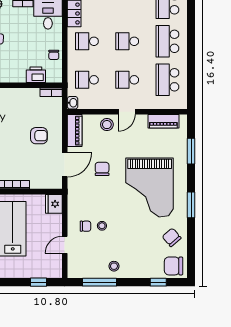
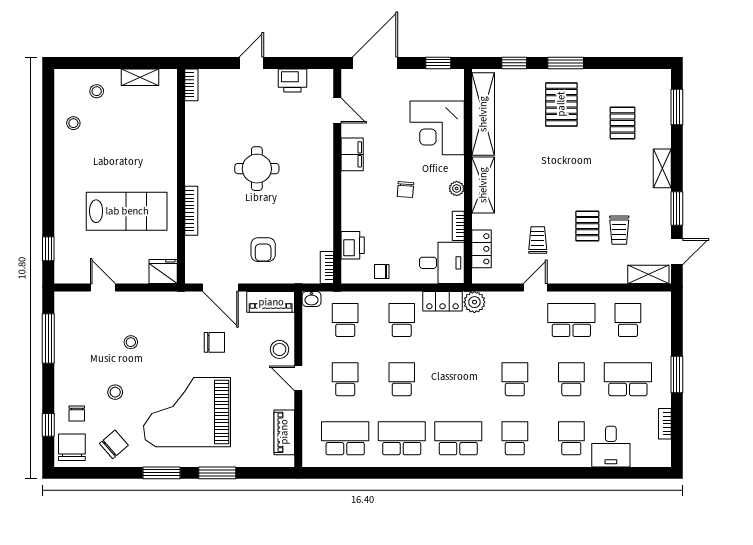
window: (191, 151) -> (217, 473), moved
chair: (85, 226) -> (77, 413), moved
stool: (114, 266) -> (115, 392), moved

